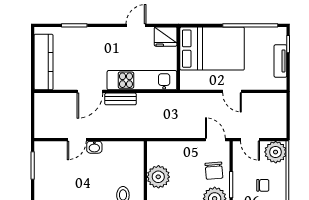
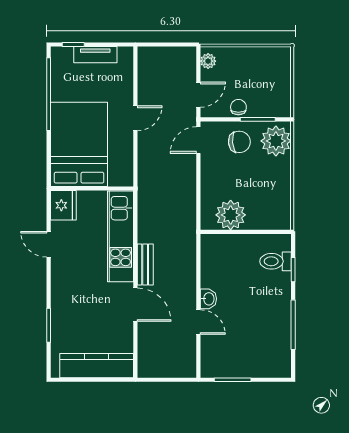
plant: (276, 152) -> (208, 61), width x0.53, depth x0.53
plant: (158, 177) -> (231, 215), moved
chair: (263, 185) -> (238, 107), moved

